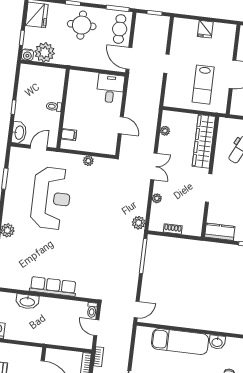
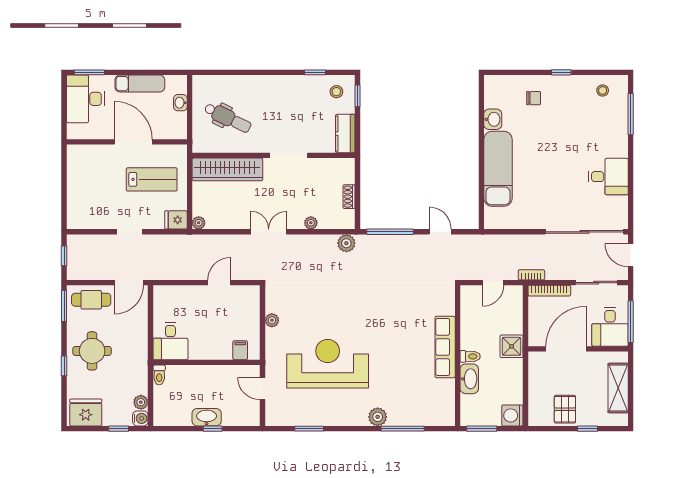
fridge: (205, 29) -> (176, 220), moved, turned 180
plant: (45, 52) -> (141, 402), width x0.53, depth x0.53
desk: (110, 88) -> (170, 341), moved, turned -90
toilet: (54, 107) -> (159, 375), moved
plant: (165, 131) -> (199, 223), moved
washbasin: (19, 133) -> (207, 417), moved
toilet: (92, 310) -> (470, 356), moved
door: (137, 310) -> (440, 232), moved
shower: (48, 336) -> (512, 346), added

